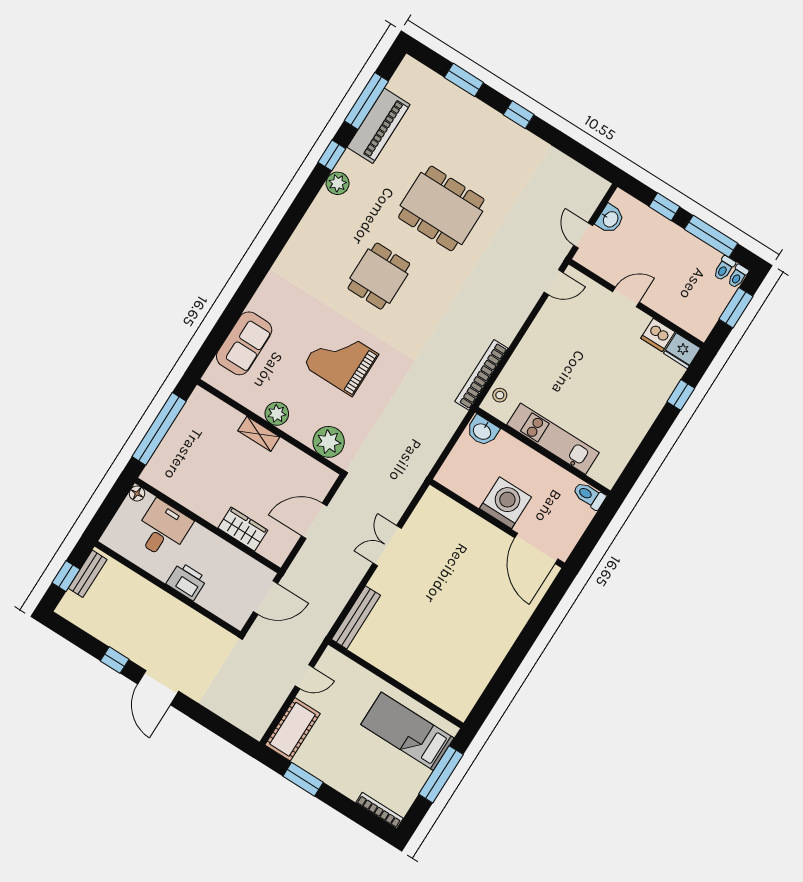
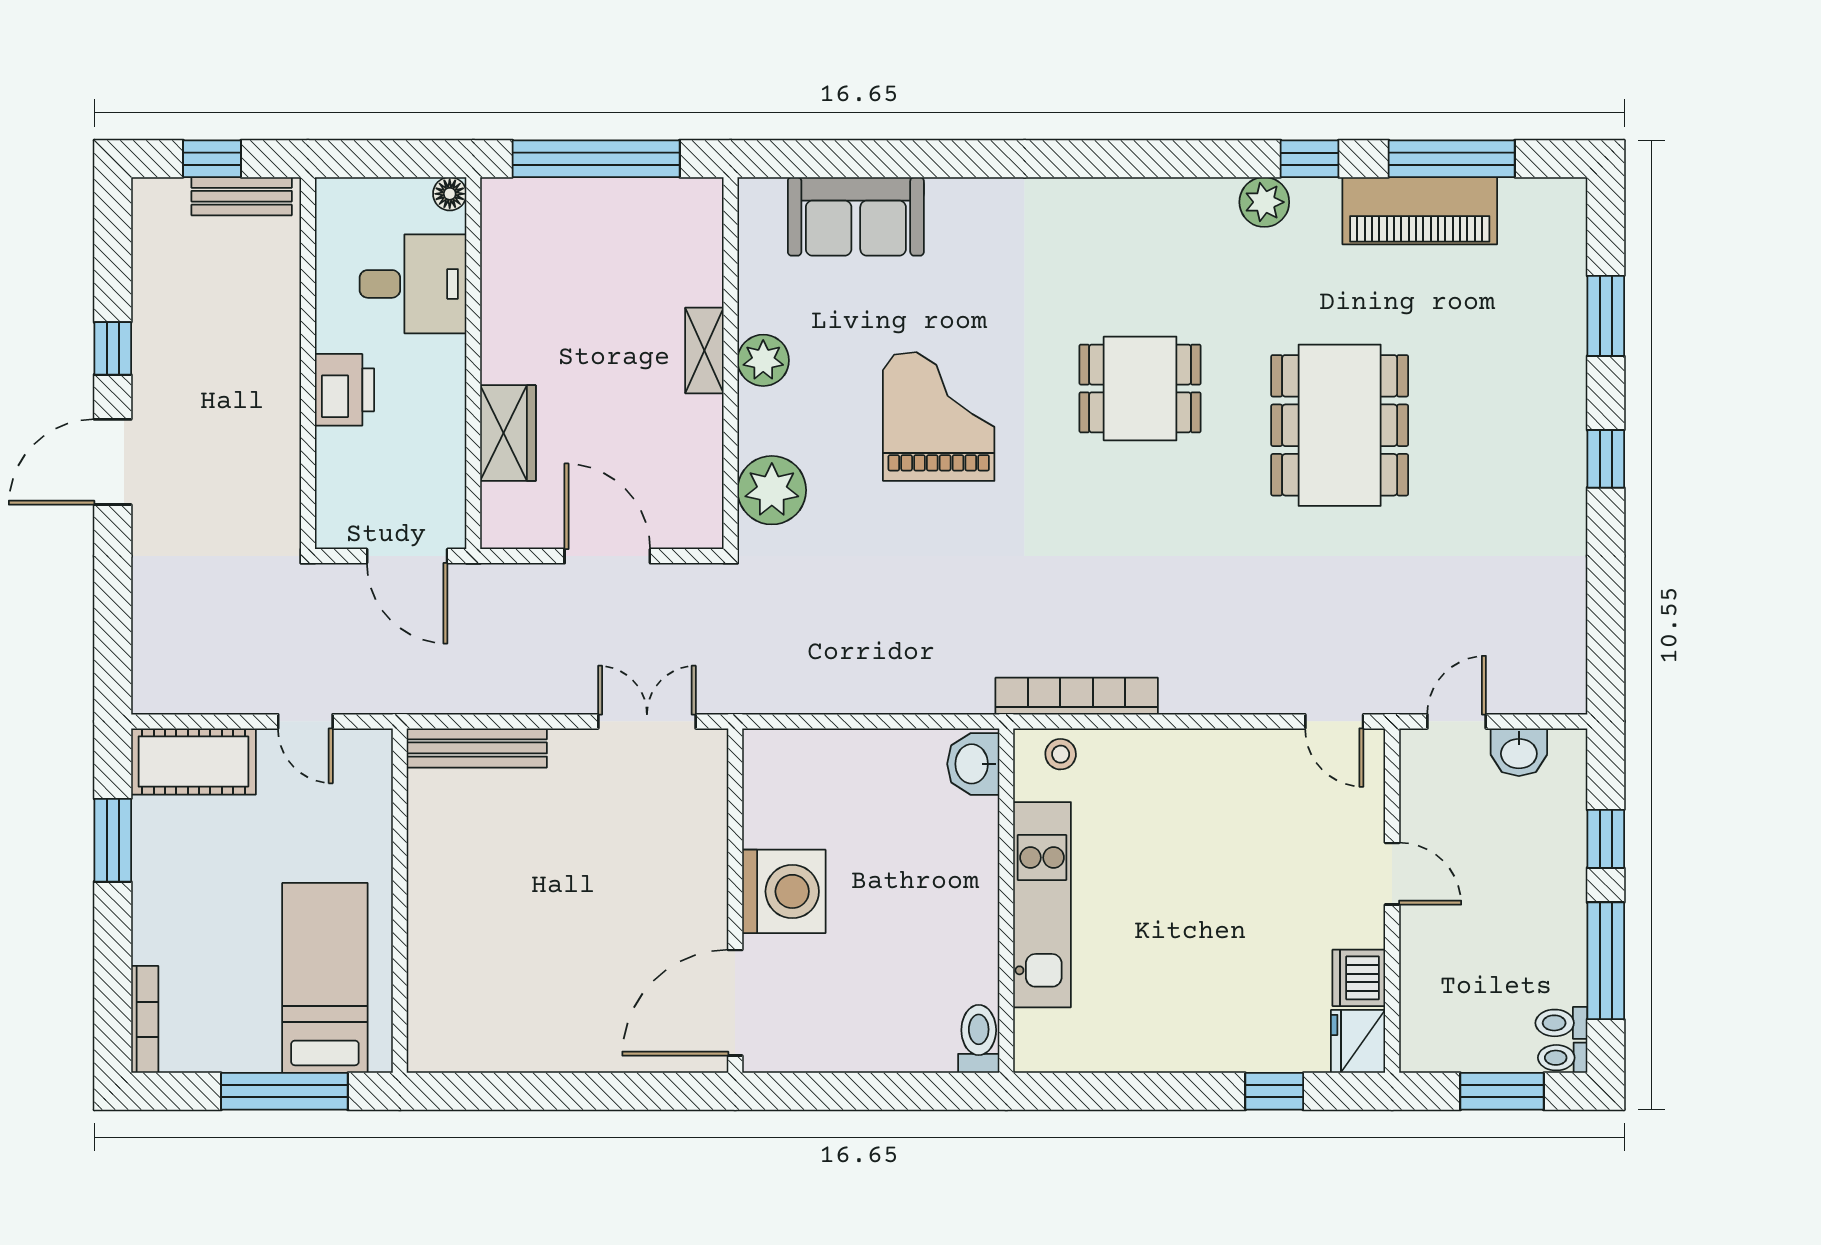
washing machine: (505, 503) -> (784, 891), moved
wall: (497, 524) -> (735, 901), moved
door: (536, 548) -> (735, 1003), moved

